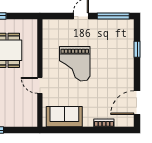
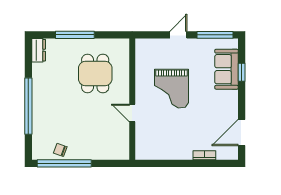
sofa: (64, 117) -> (227, 69), moved, turned -90

